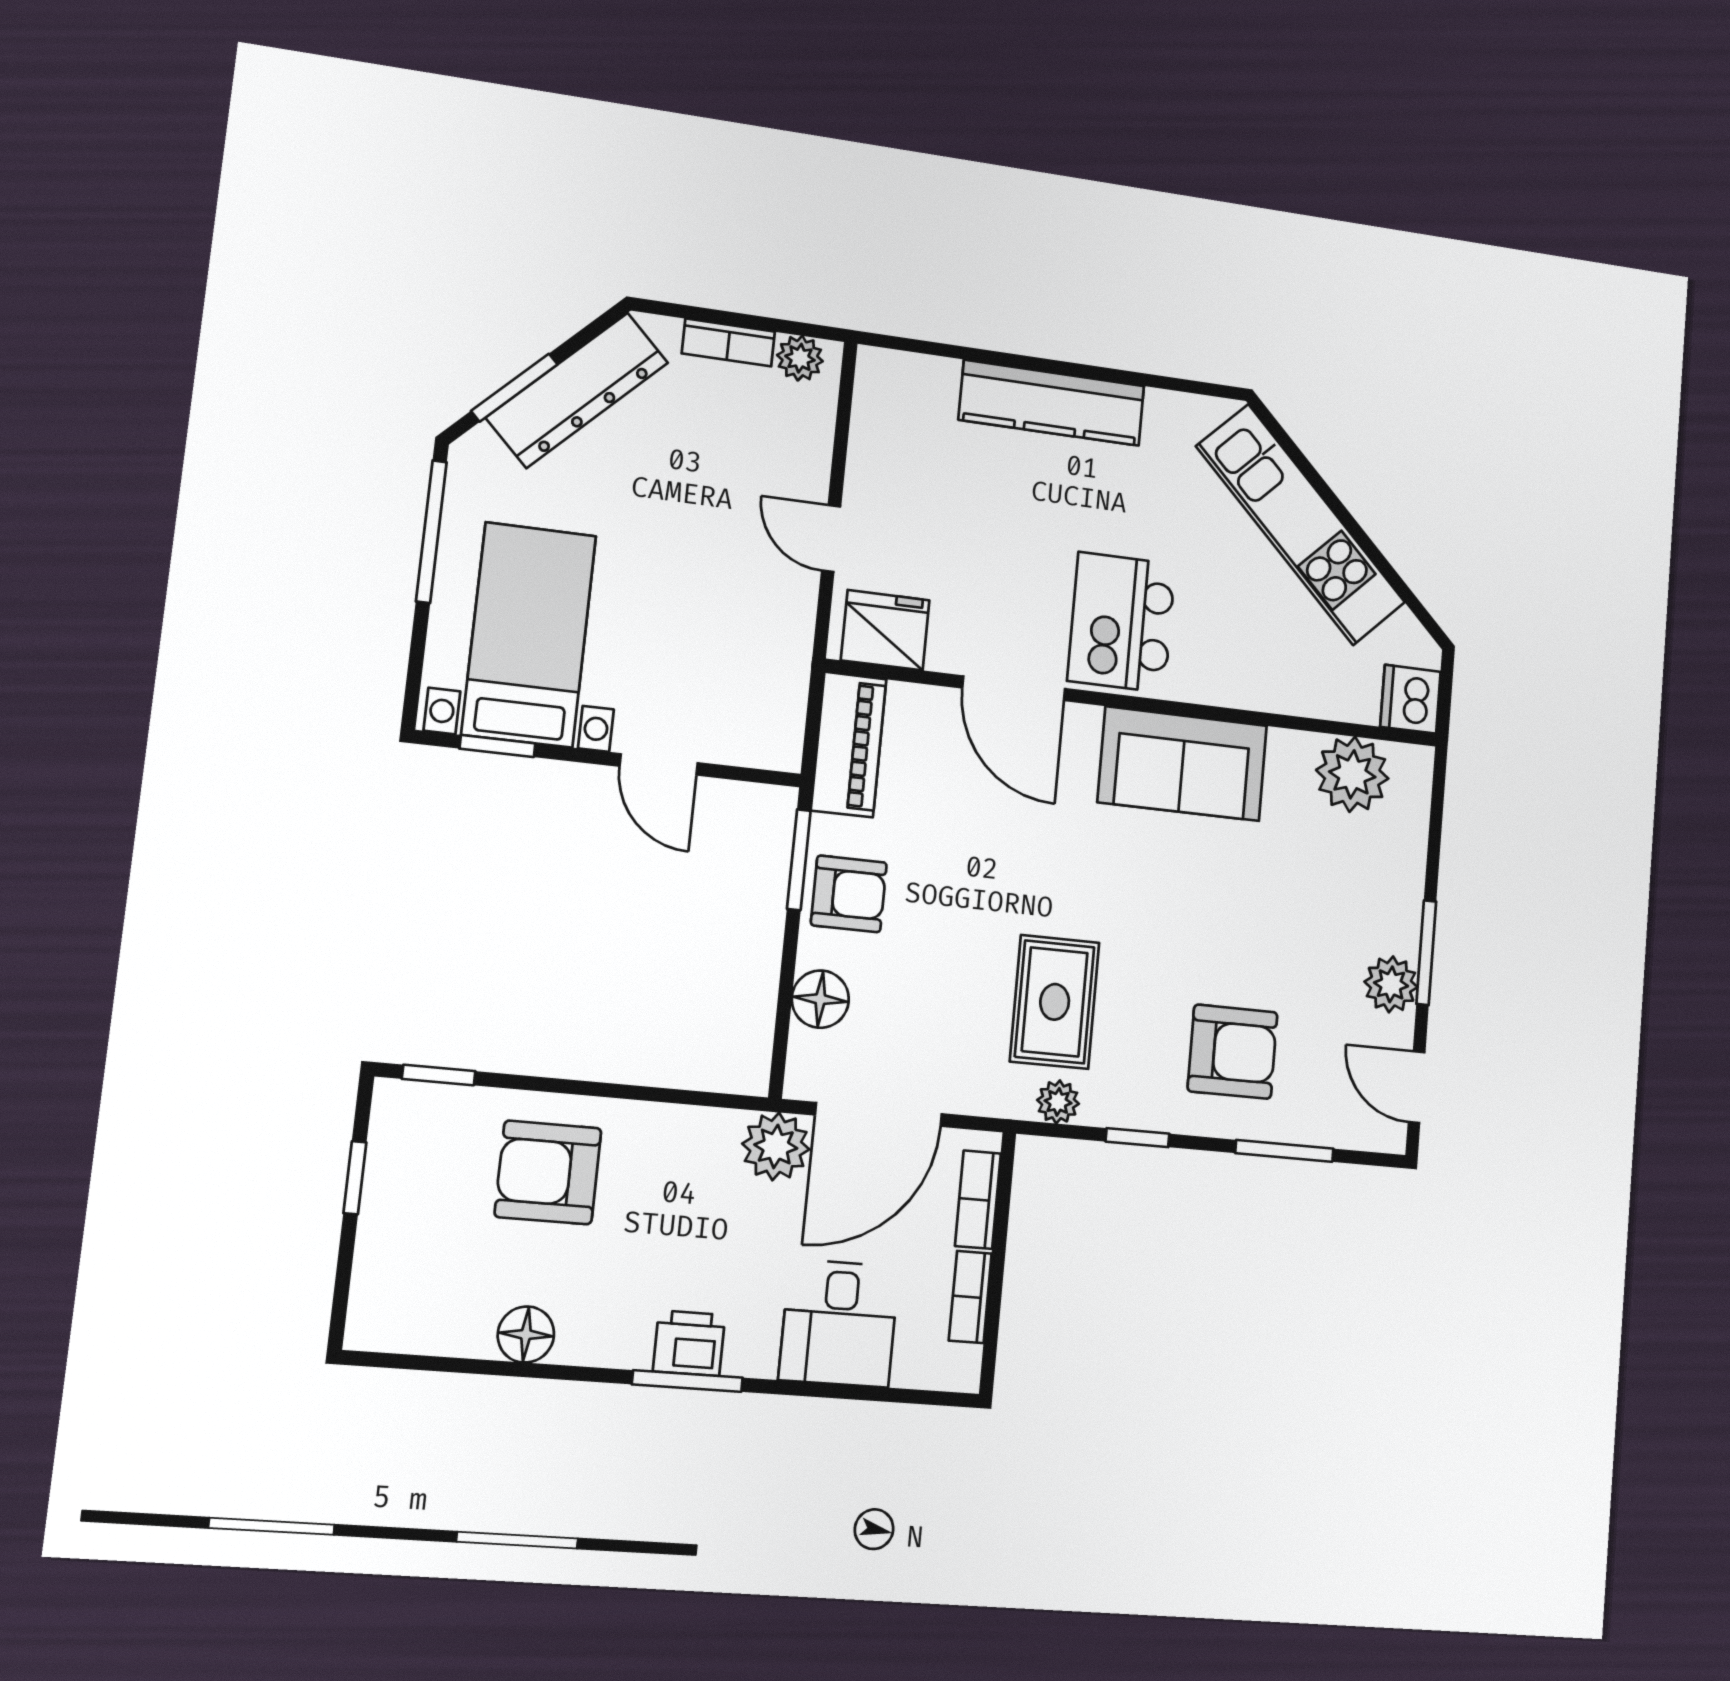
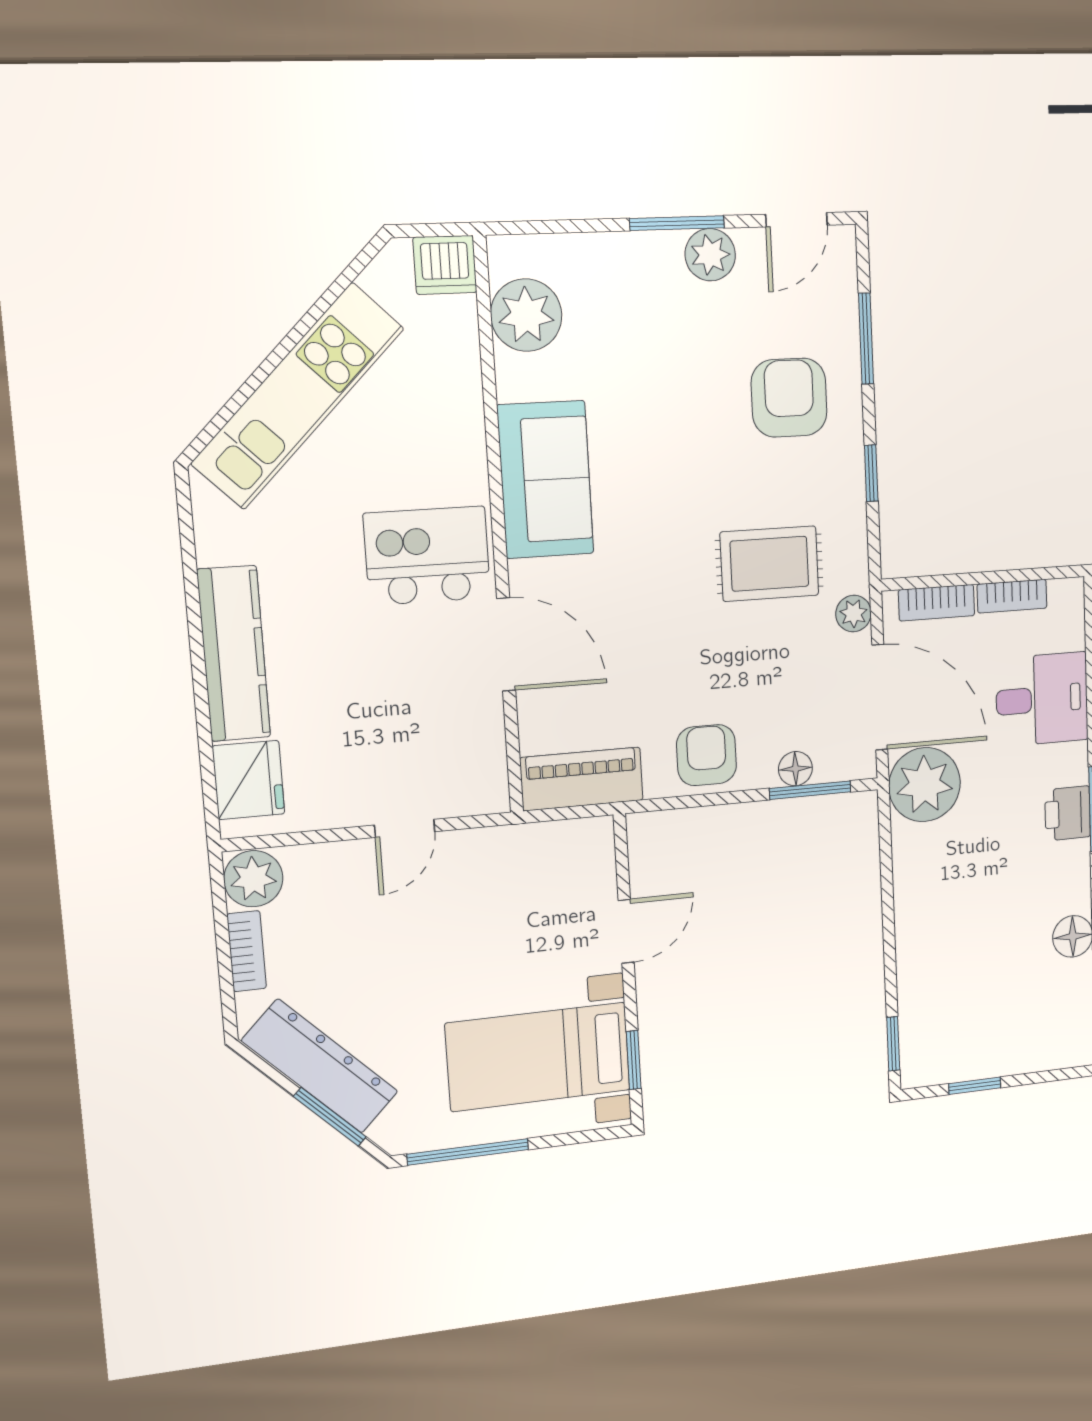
plant: (800, 358) -> (253, 879), width x1.38, depth x1.38
kitchen island: (1121, 622) -> (427, 556), turned 180
fridge: (885, 630) -> (249, 780), moved, turned 180
door: (1014, 688) -> (506, 644), hinge flipped
window: (799, 860) -> (810, 790), moved
floor lamp: (820, 999) -> (795, 769), width x0.73, depth x0.73
plant: (1058, 1102) -> (853, 614), moved
plant: (776, 1146) -> (925, 785), width x1.36, depth x1.36
armchair: (548, 1172) -> (955, 947), removed

